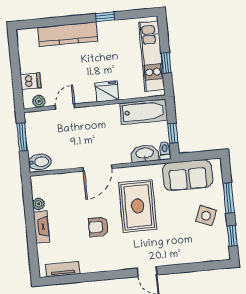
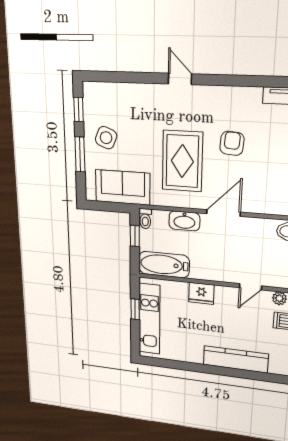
window: (105, 17) -> (194, 367), removed
washbasin: (145, 154) -> (184, 221), moved
armchair: (98, 227) -> (232, 143), turned -85

